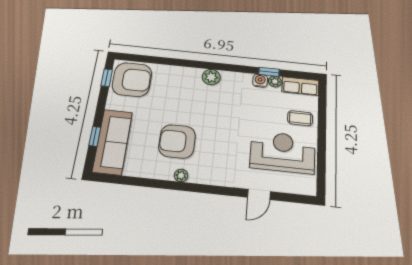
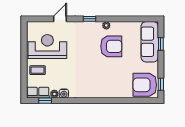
window: (269, 72) -> (45, 101), moved
plant: (211, 77) -> (95, 92), removed
reception desk: (283, 152) -> (47, 47), turned 180
window: (208, 189) -> (89, 19), added

